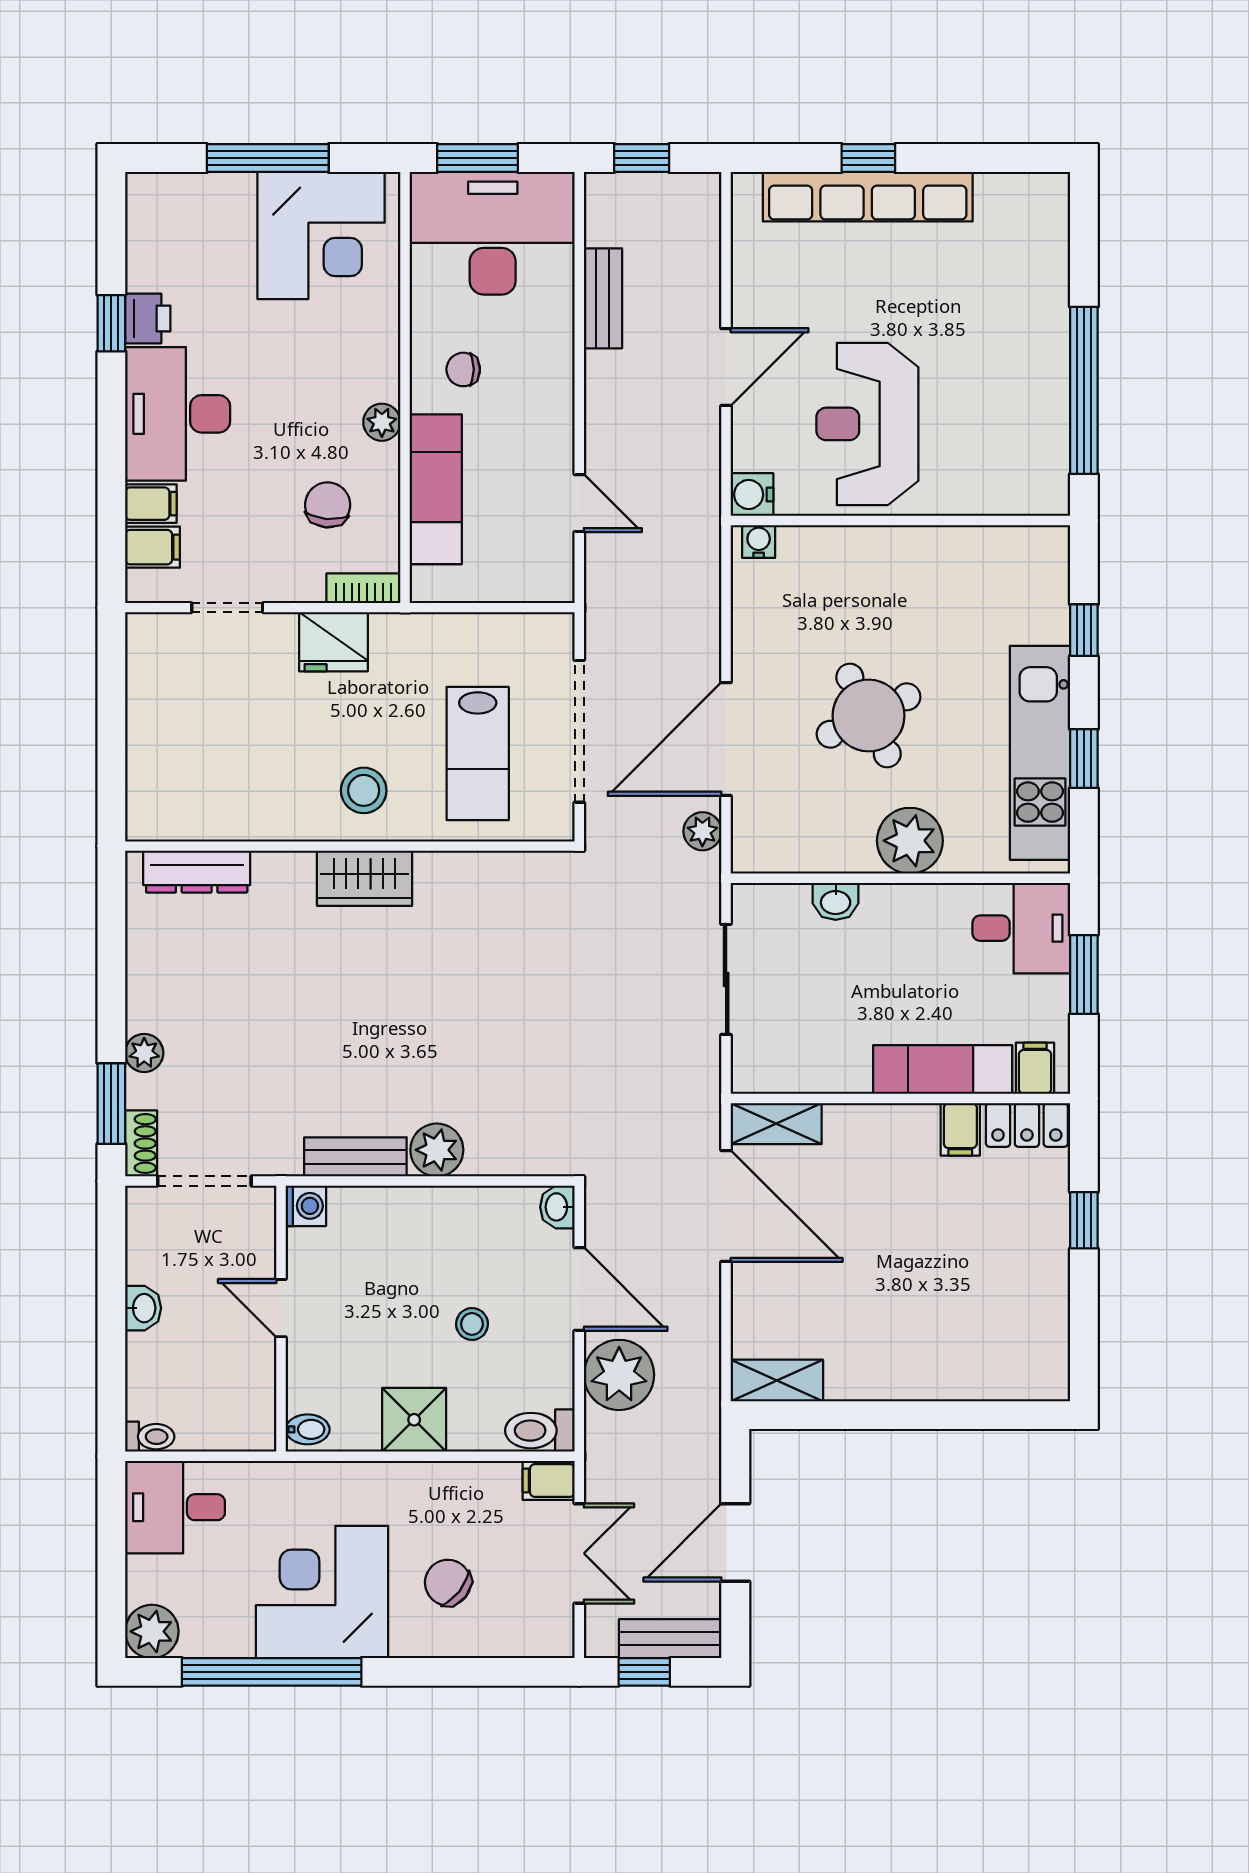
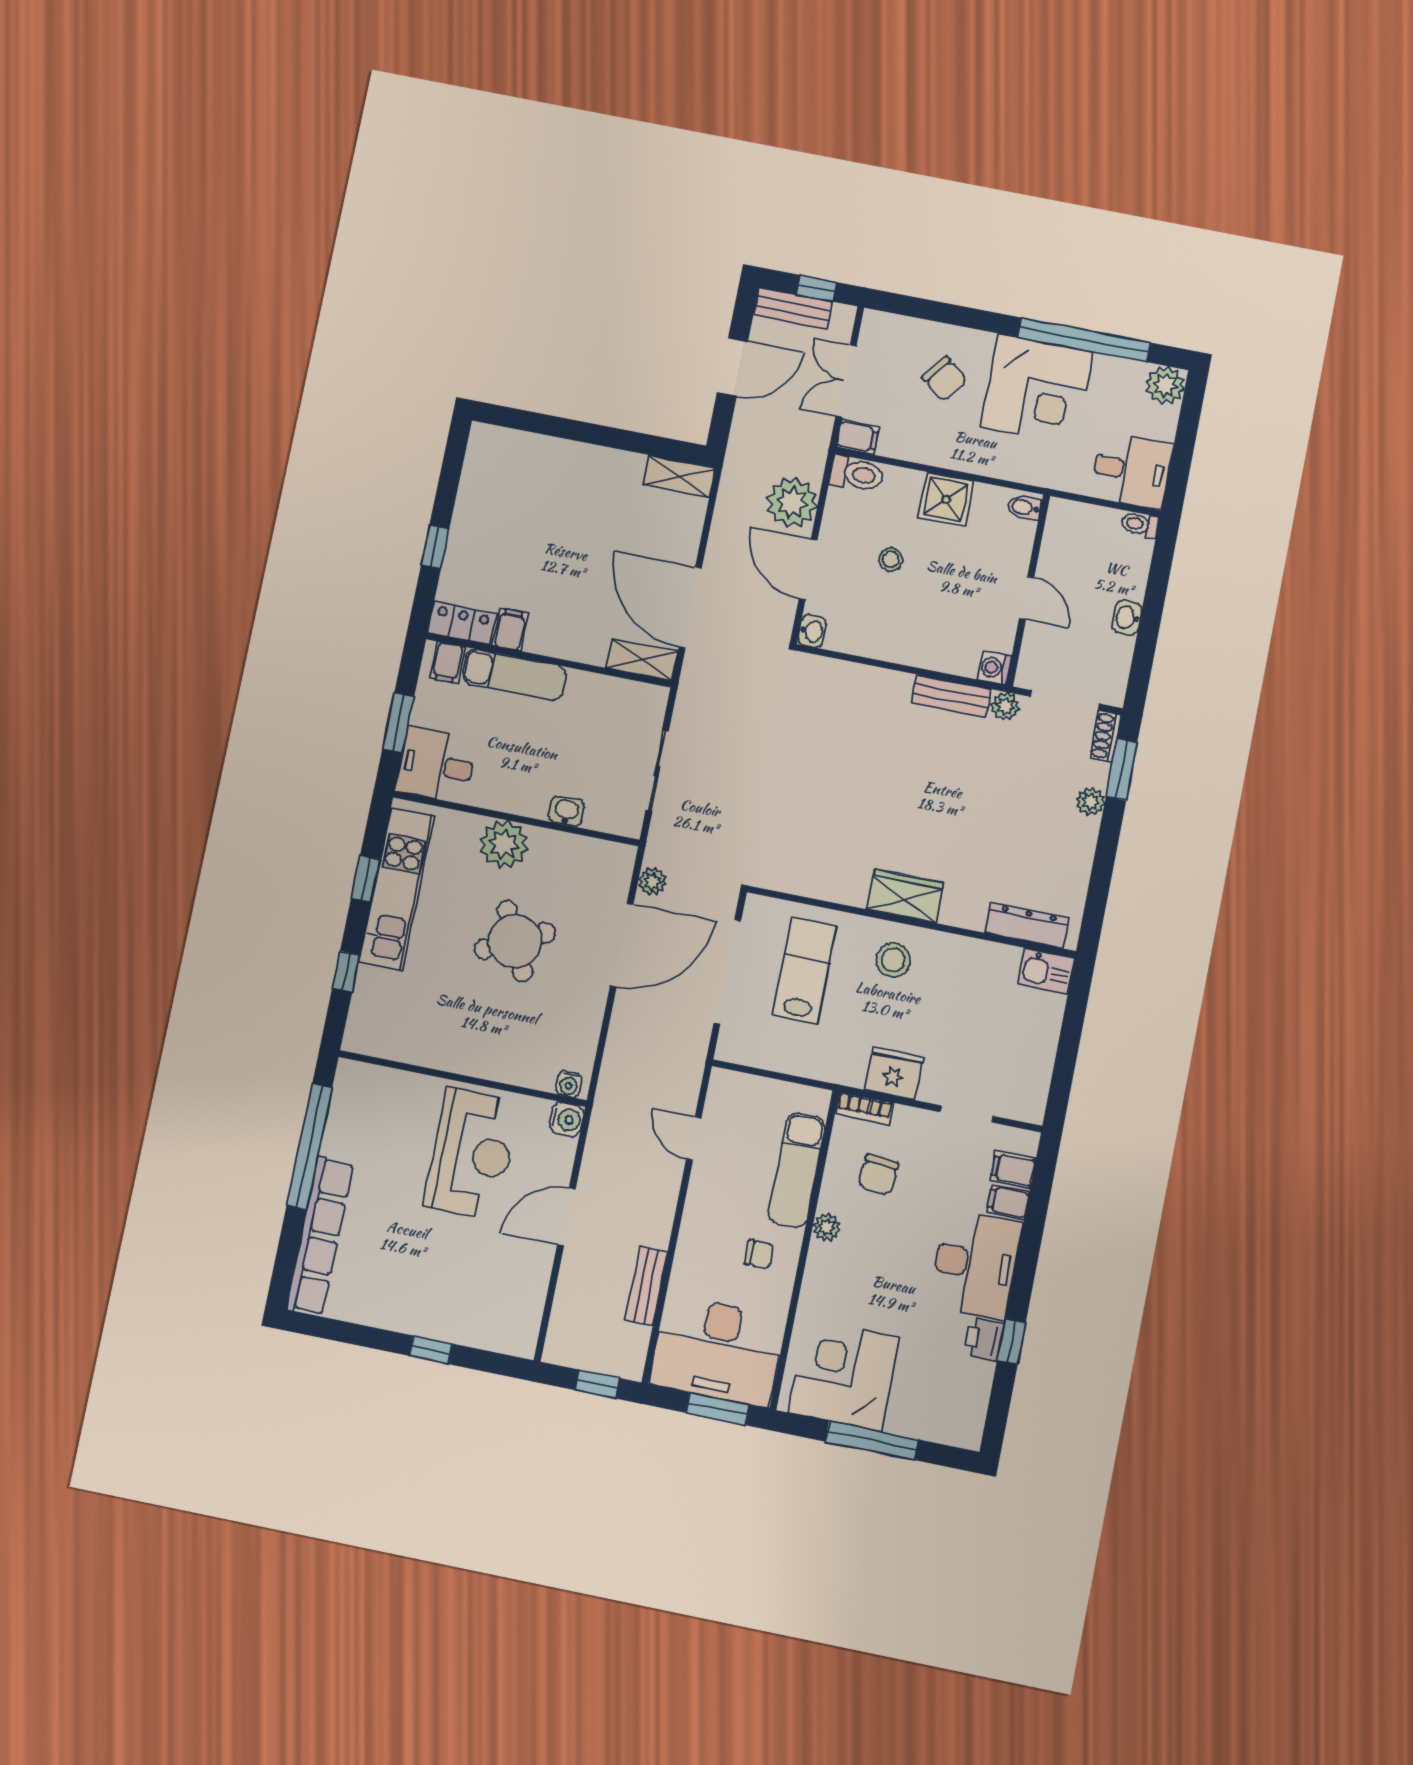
row of seats: (868, 197) -> (320, 1236), moved, turned 90
kitchen sink: (159, 817) -> (1046, 971), added
plant: (437, 1150) -> (1005, 706), moved, width x0.73, depth x0.73

